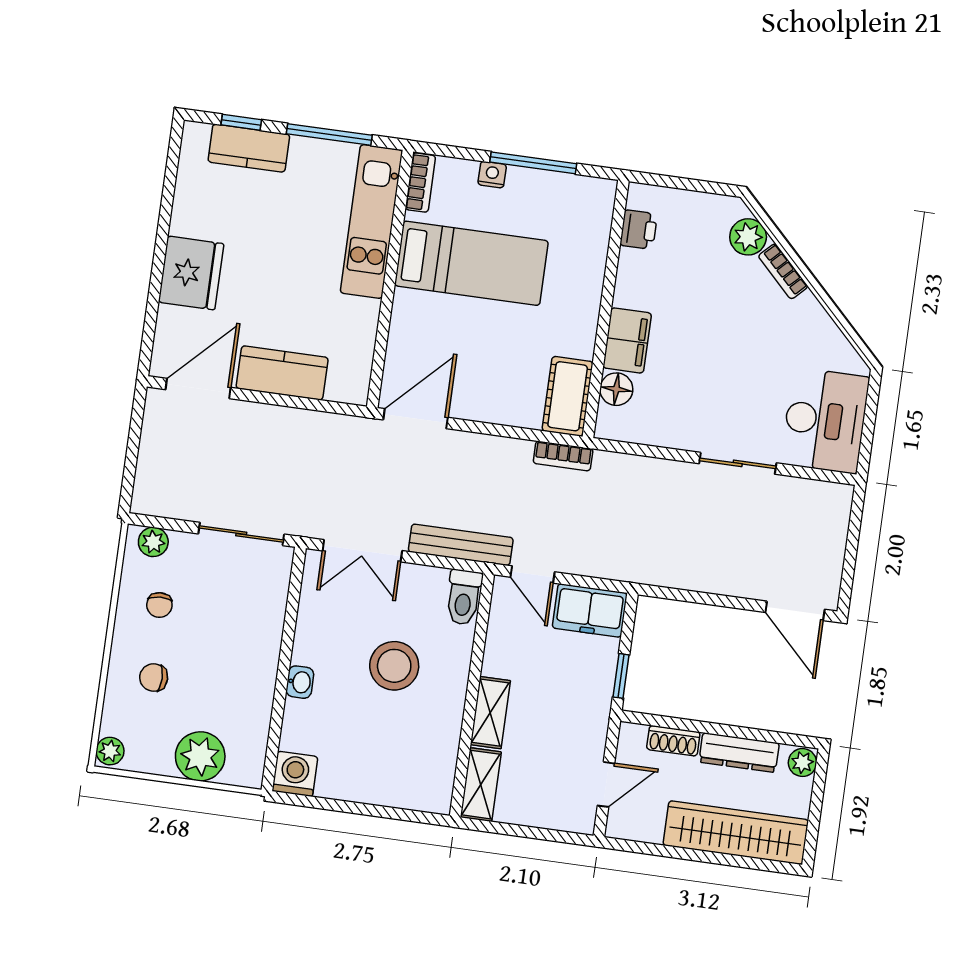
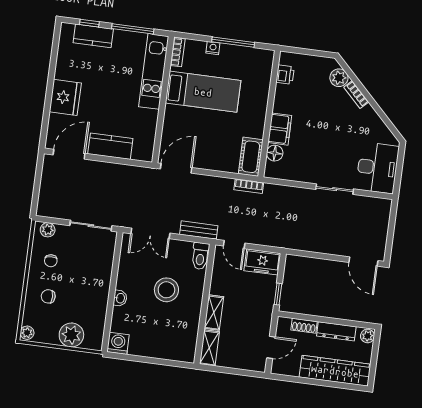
bench: (461, 545) -> (199, 230), width x0.73

